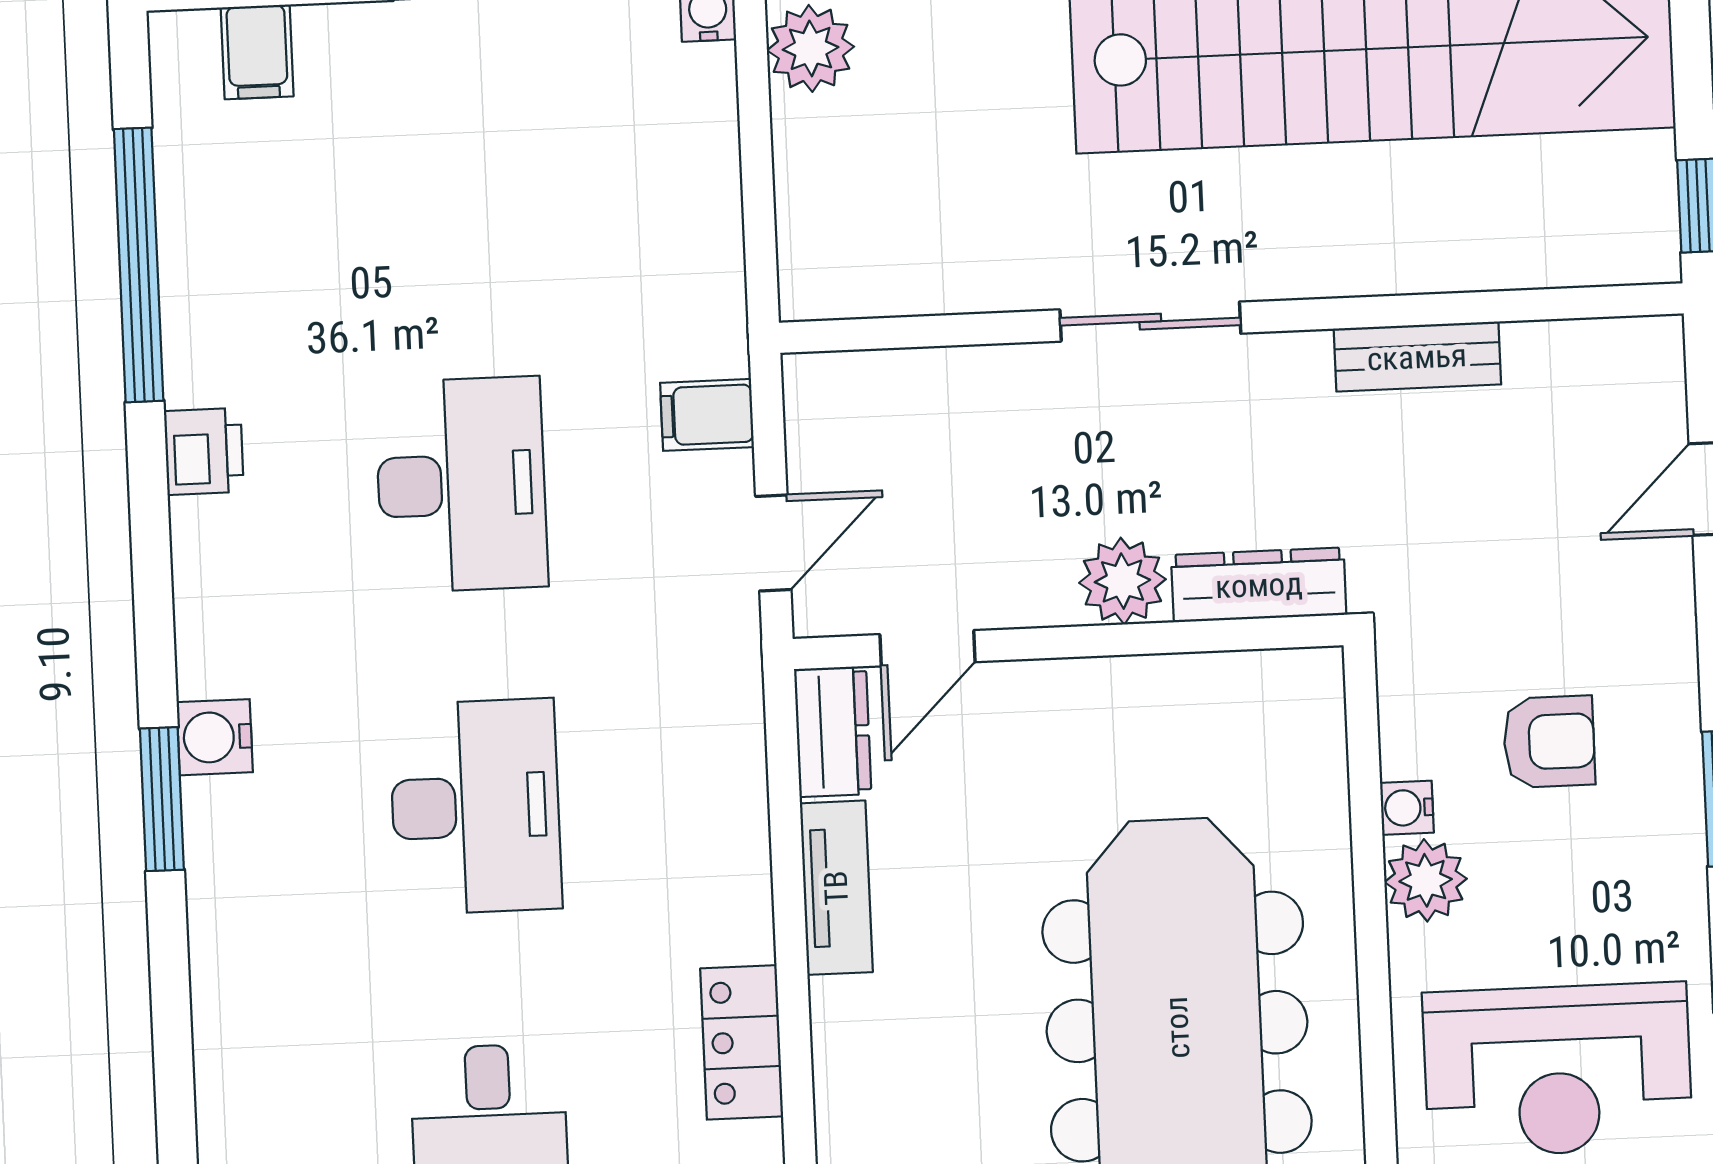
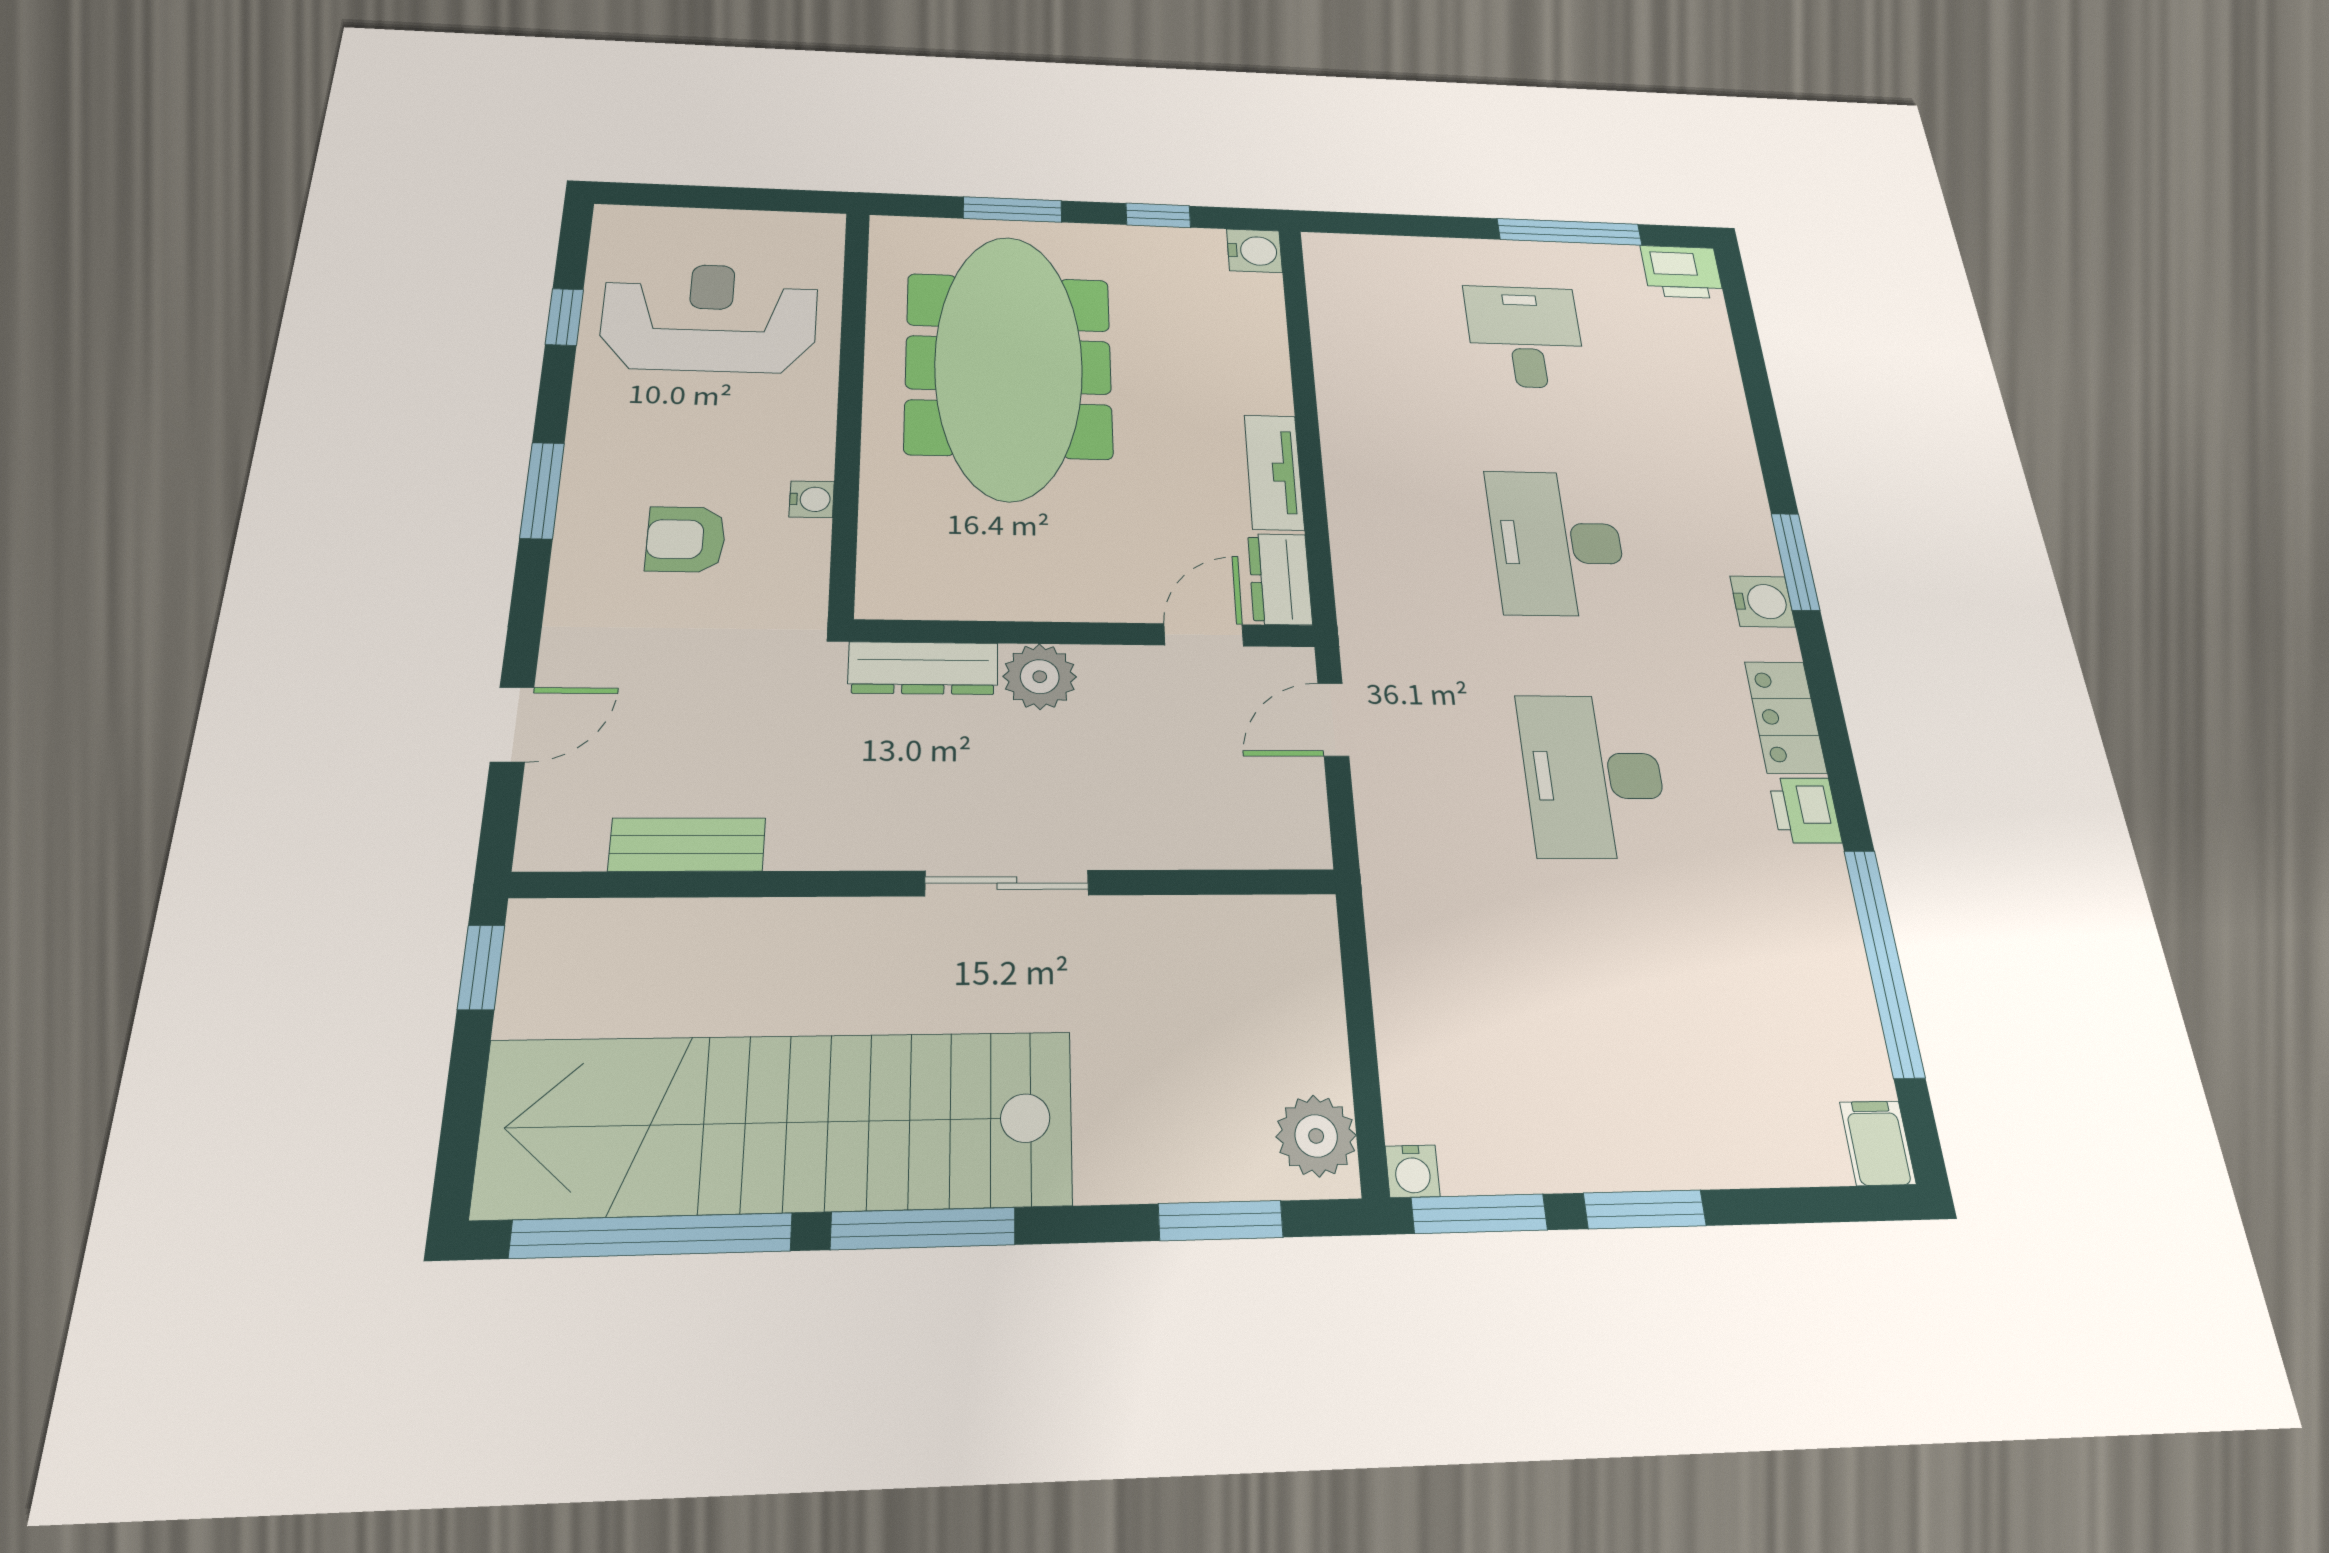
filing cabinet: (257, 52) -> (1878, 1143), moved
bench: (1417, 357) -> (687, 845), moved
filing cabinet: (707, 415) -> (1394, 822), removed
plant: (1426, 880) -> (802, 448), removed
locker: (742, 1042) -> (1785, 717), moved, turned 180

